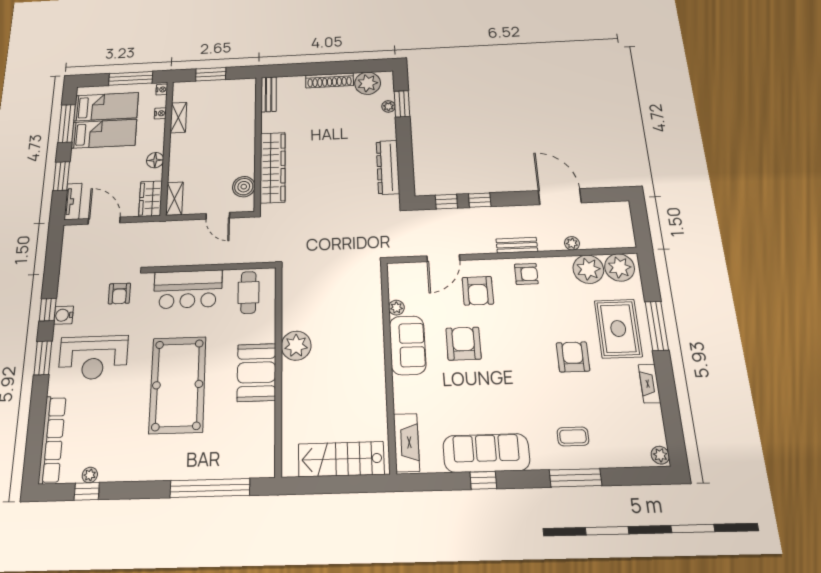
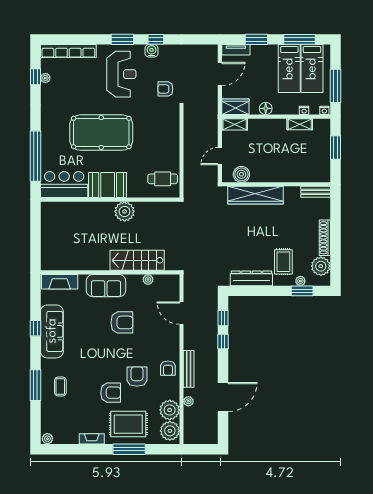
rug: (363, 128) -> (283, 262), added
bench: (517, 245) -> (189, 369), width x1.36
bar counter: (188, 289) -> (64, 185), moved, turned 90
armchair: (478, 291) -> (137, 377), moved, turned 90
sofa: (408, 345) -> (106, 286), moved
reception desk: (93, 358) -> (121, 74), turned 180
stairs: (341, 459) -> (137, 260), moved, turned -90

